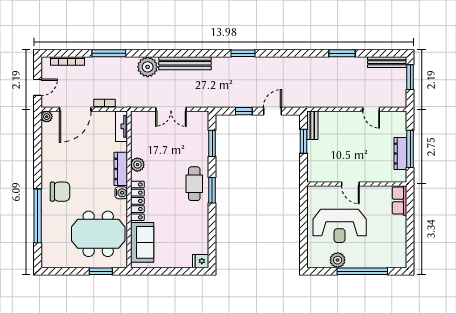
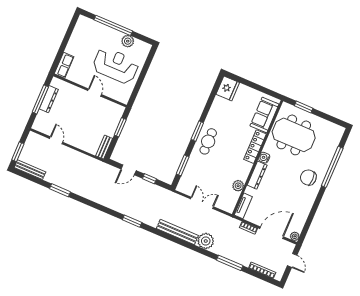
door: (38, 87) -> (292, 260), swing flipped
window: (303, 141) -> (120, 127), moved
plant: (137, 165) -> (238, 186), moved
fridge: (201, 261) -> (228, 88), width x1.88, depth x1.34

